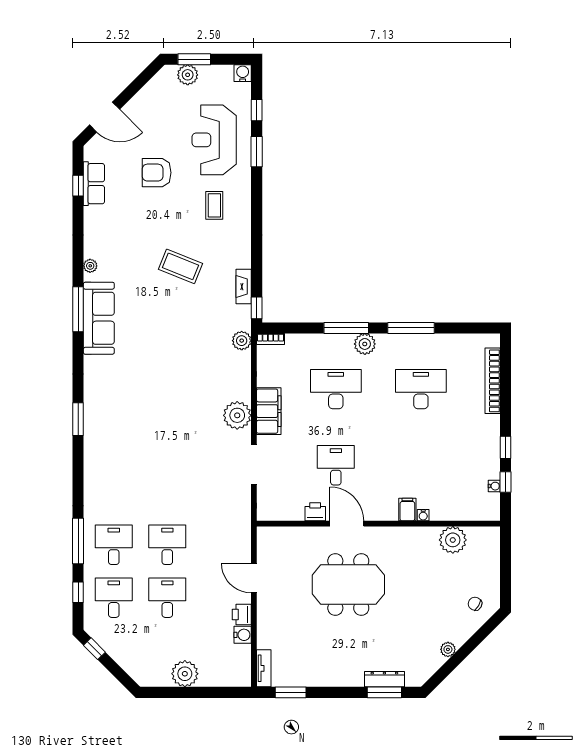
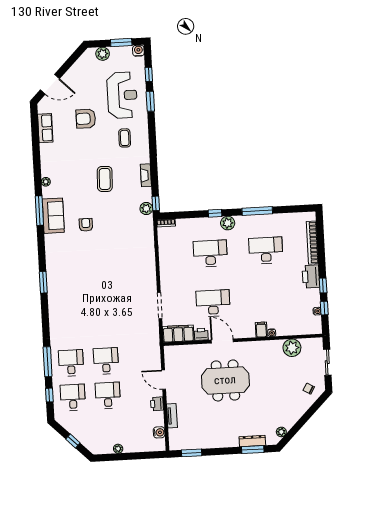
window: (194, 59) -> (121, 43), moved
reception desk: (214, 140) -> (122, 95), turned 180
window: (78, 186) -> (35, 130), removed
coffee table: (181, 266) -> (105, 179), turned 70
fireplace: (244, 287) -> (146, 175), moved
sofa: (99, 318) -> (53, 216), width x0.73
window: (346, 328) -> (215, 213), width x0.46
armchair: (148, 335) -> (86, 225), added
plant: (242, 341) -> (146, 208), moved
filing cabinet: (269, 411) -> (178, 334), moved, turned -90
plant: (237, 415) -> (147, 274), removed
printer: (488, 433) -> (311, 276), added
desk: (336, 465) -> (213, 303), width x1.37
sliding door: (506, 565) -> (327, 362), added
water cooler: (243, 635) -> (159, 432), moved
window: (94, 649) -> (73, 441), moved
plant: (448, 649) -> (281, 432), moved
tv unit: (264, 668) -> (172, 416), moved
plant: (185, 674) -> (118, 449), width x0.53, depth x0.53

